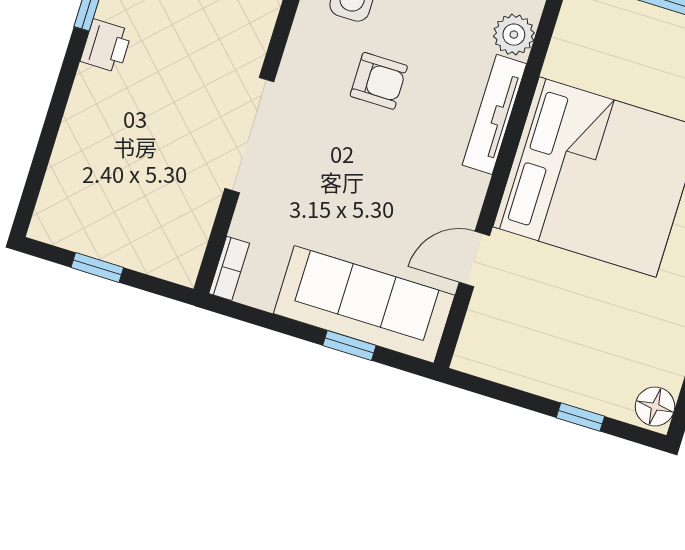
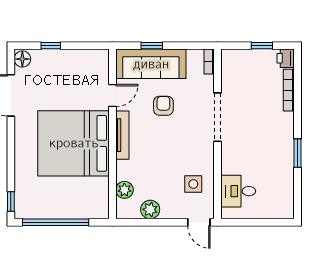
printer: (106, 46) -> (286, 58), moved
armchair: (379, 81) -> (163, 106), moved, turned 90
tv unit: (494, 114) -> (122, 135), moved
bookcase: (67, 146) -> (289, 90), added

